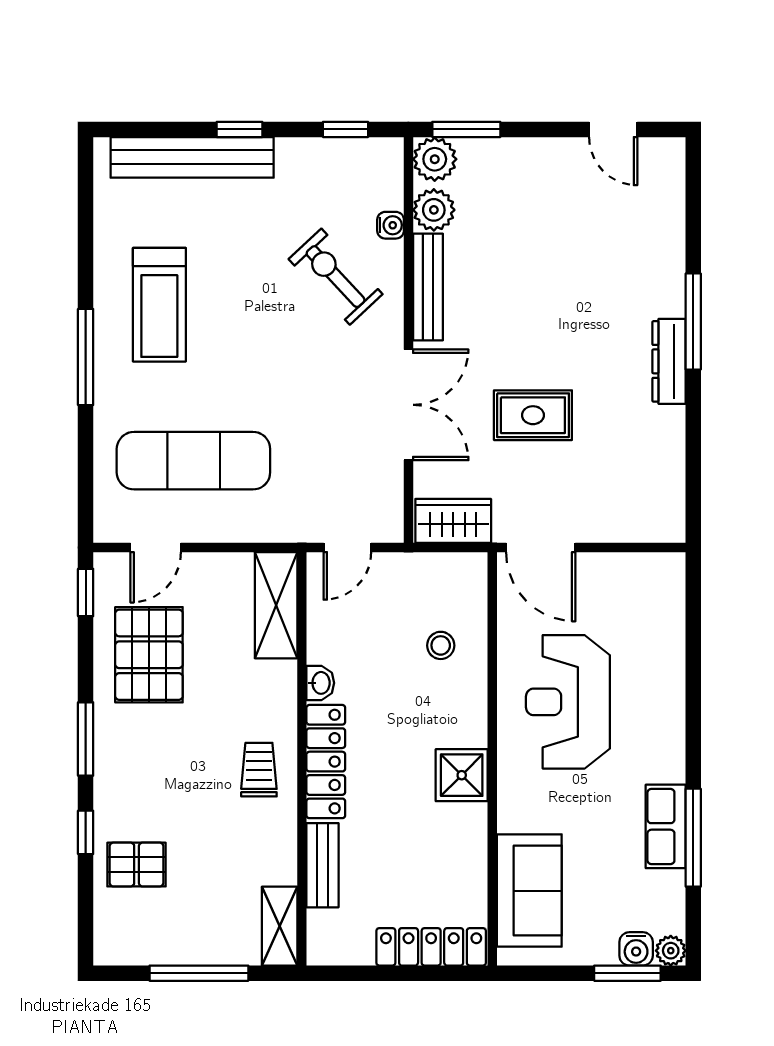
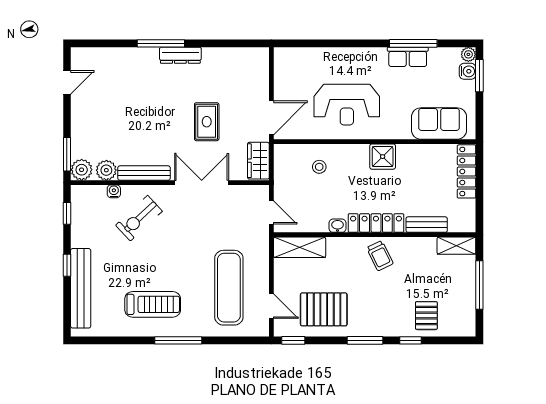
trolley: (259, 770) -> (380, 256), turned -116

